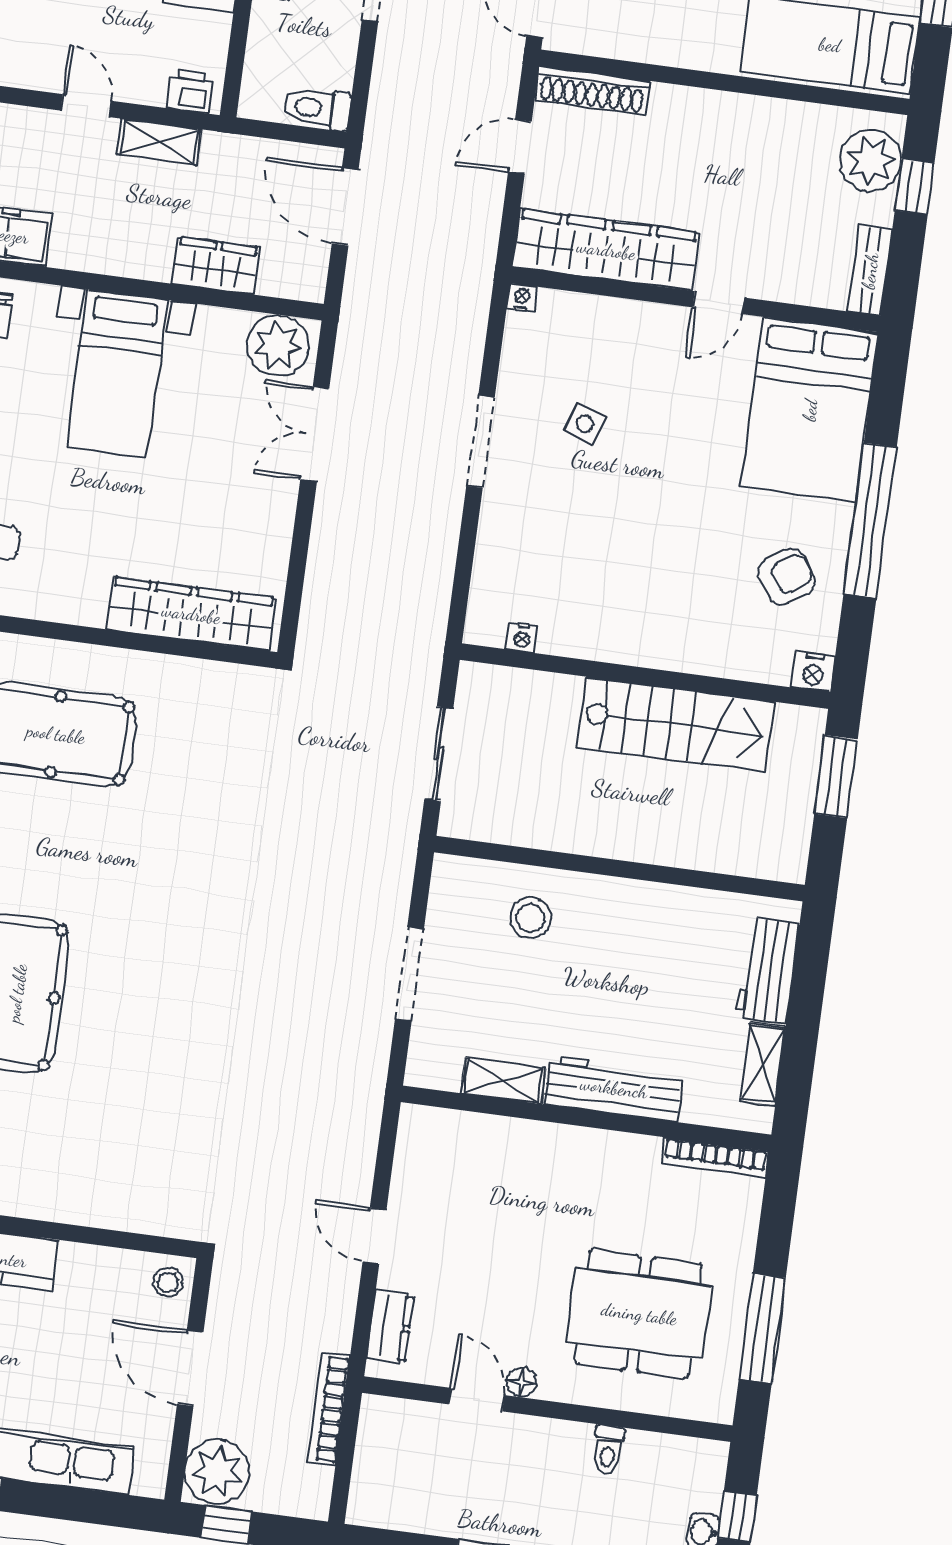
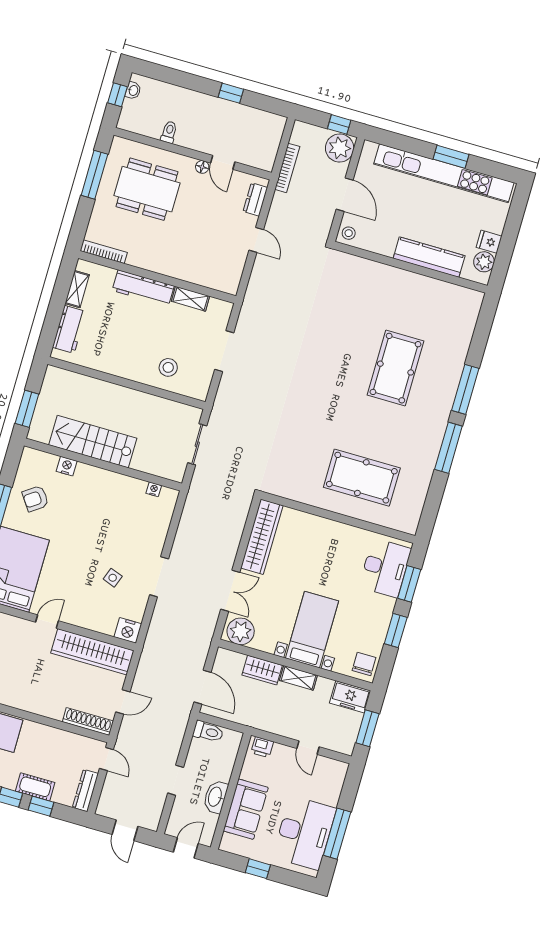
shelving: (159, 142) -> (298, 678), moved
nightstand: (522, 298) -> (128, 630), width x1.89, depth x1.79
wardrobe: (191, 614) -> (262, 537), moved, turned -90
nightstand: (813, 672) -> (67, 466), moved

